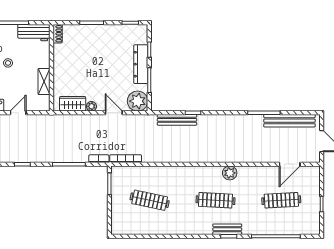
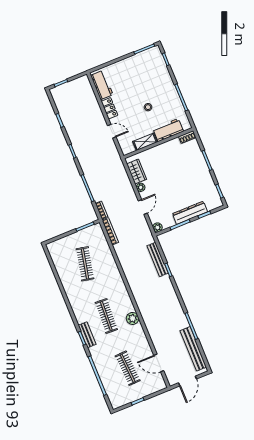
workbench: (34, 33) -> (168, 130), moved, turned 90
plant: (138, 101) -> (157, 227), width x0.53, depth x0.53

